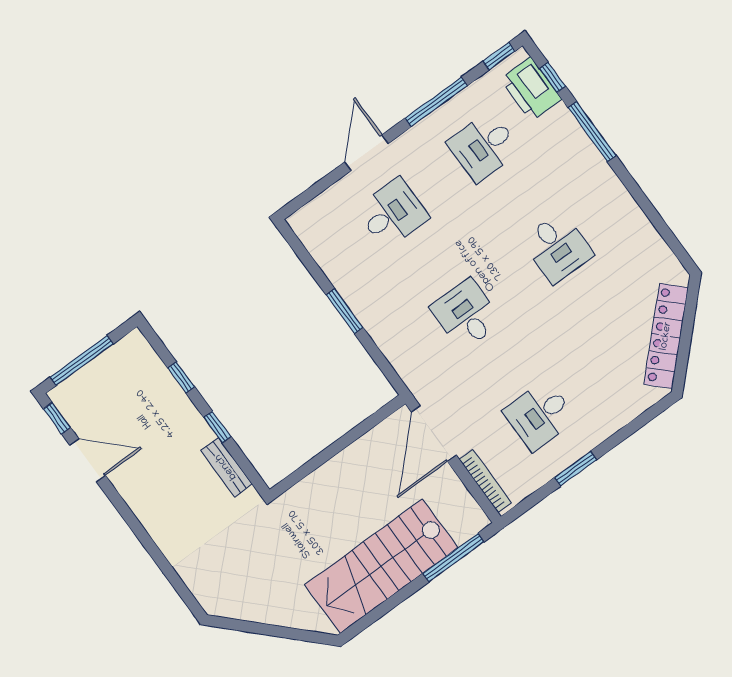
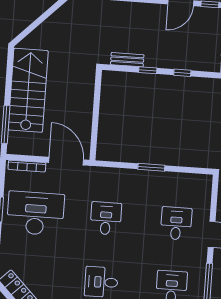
desk: (392, 213) -> (176, 223), turned 180
desk: (466, 314) -> (106, 218), turned -90
desk: (540, 415) -> (36, 213), width x1.87, depth x1.30

